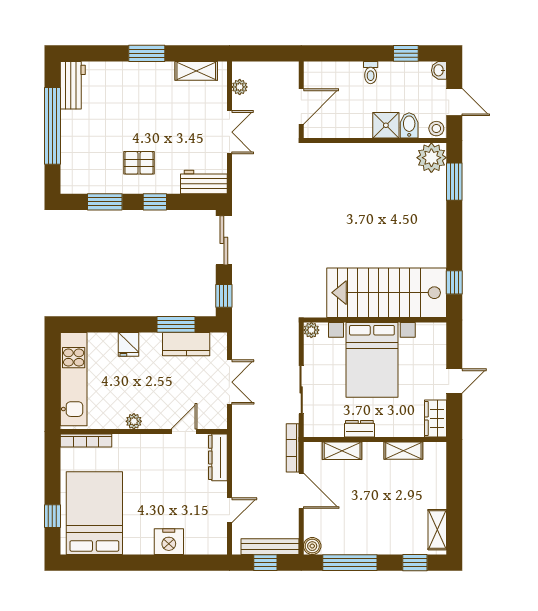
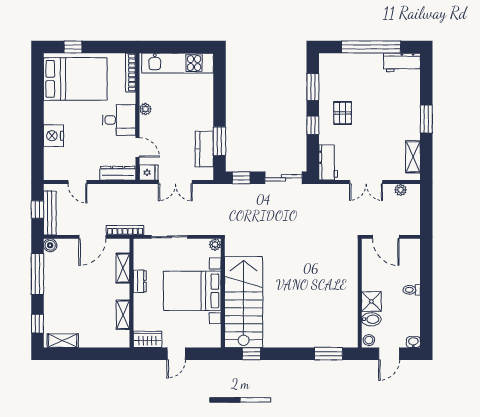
window: (406, 53) -> (426, 317), removed
plant: (431, 158) -> (347, 336), removed
fridge: (129, 344) -> (149, 173), moved, turned 180
door: (454, 381) -> (176, 354), hinge flipped
desk: (148, 456) -> (119, 120), added

